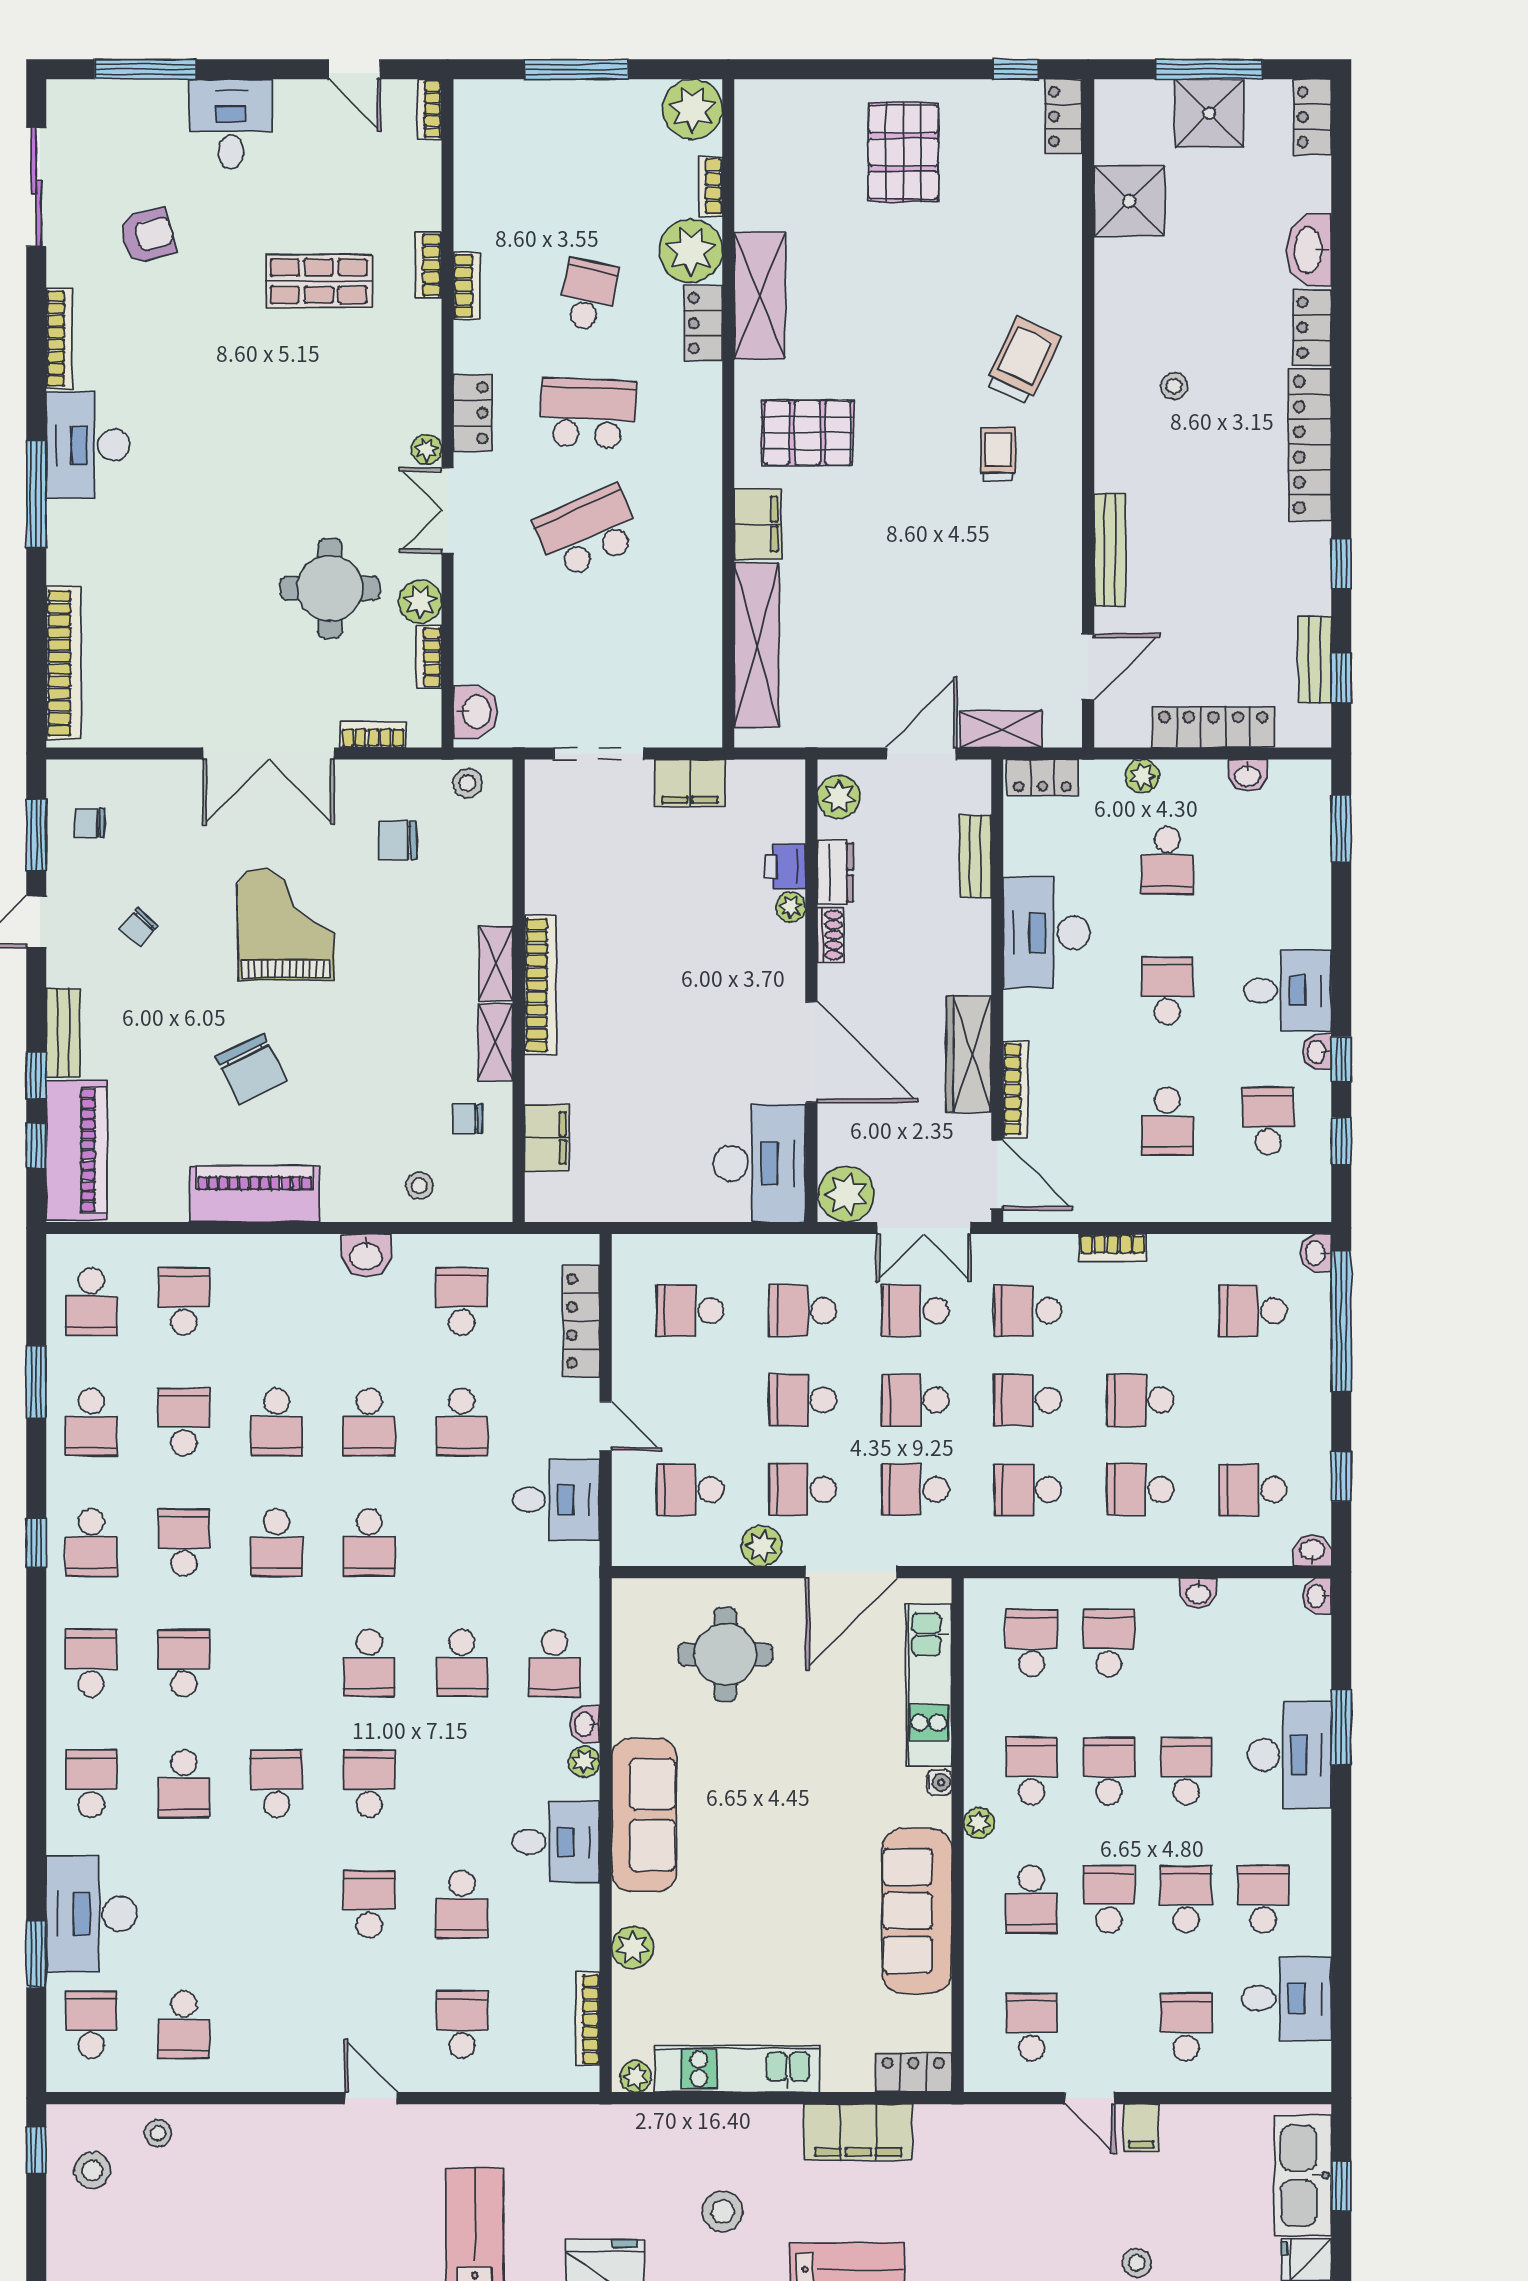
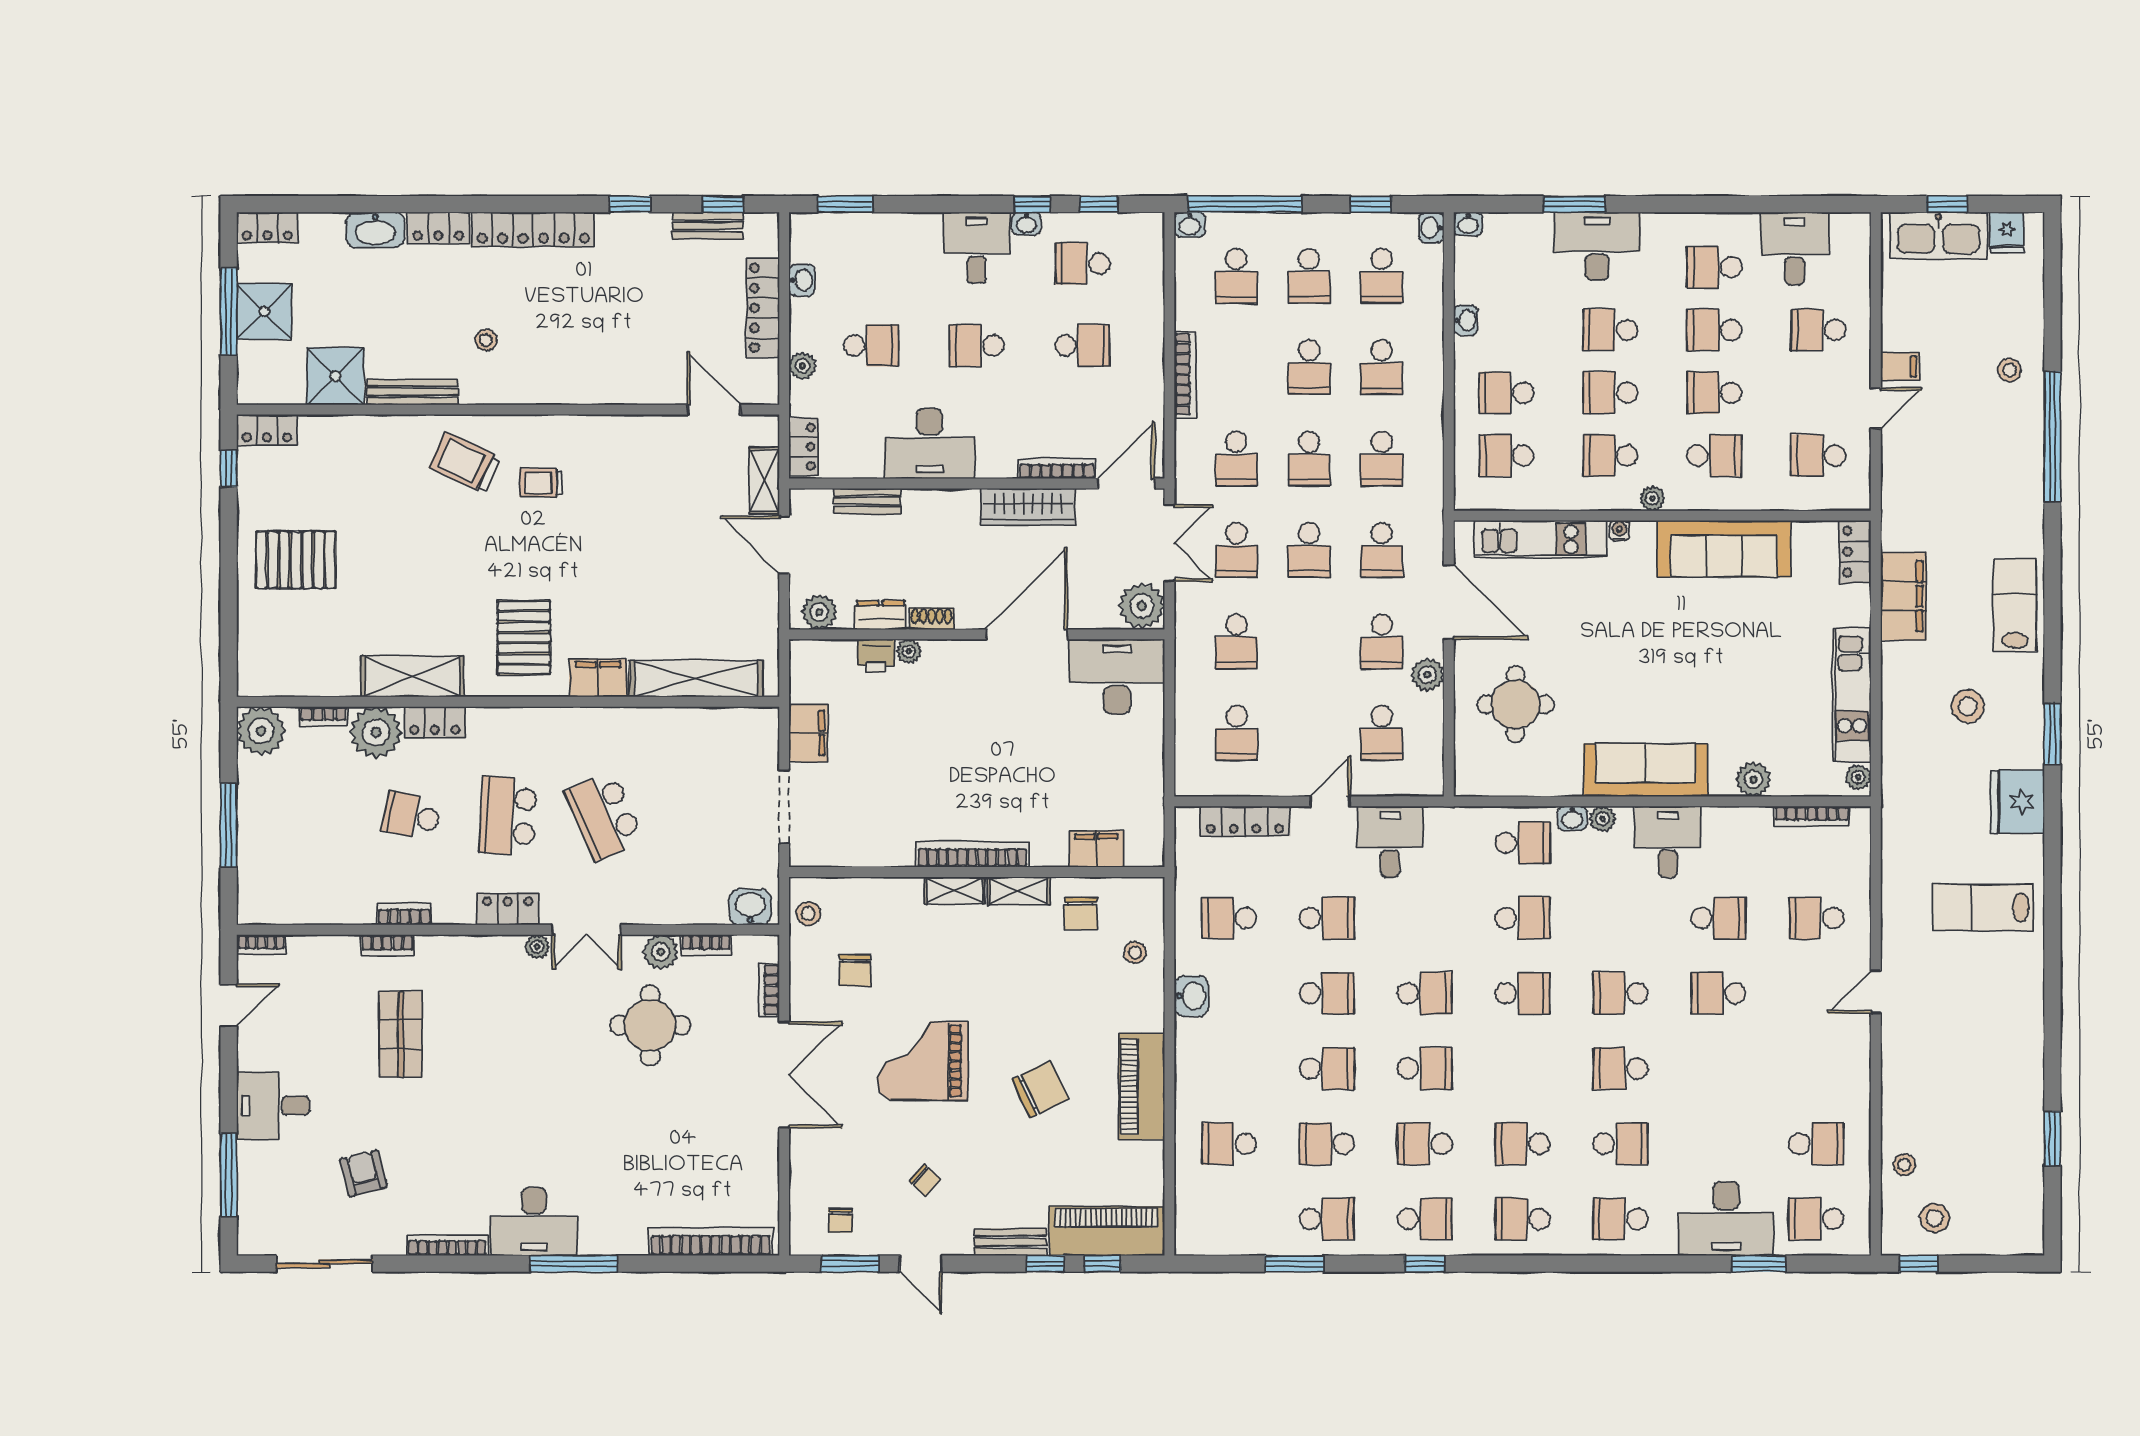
bench: (1110, 550) -> (412, 392), moved
chair: (468, 1119) -> (1081, 913), width x1.37, depth x1.37
bookcase: (1113, 1247) -> (1185, 374), width x1.56
school desk: (91, 1301) -> (1229, 1219), removed
school desk: (803, 1400) -> (1309, 276), moved

